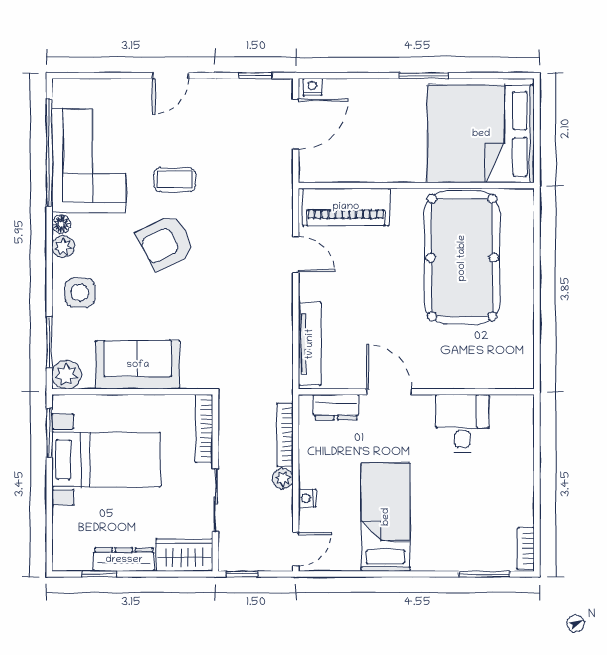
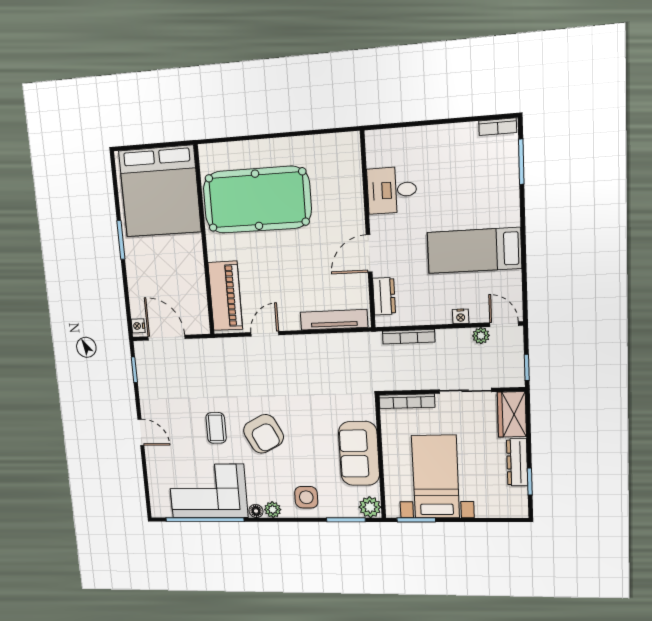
plant: (283, 479) -> (481, 336), moved

